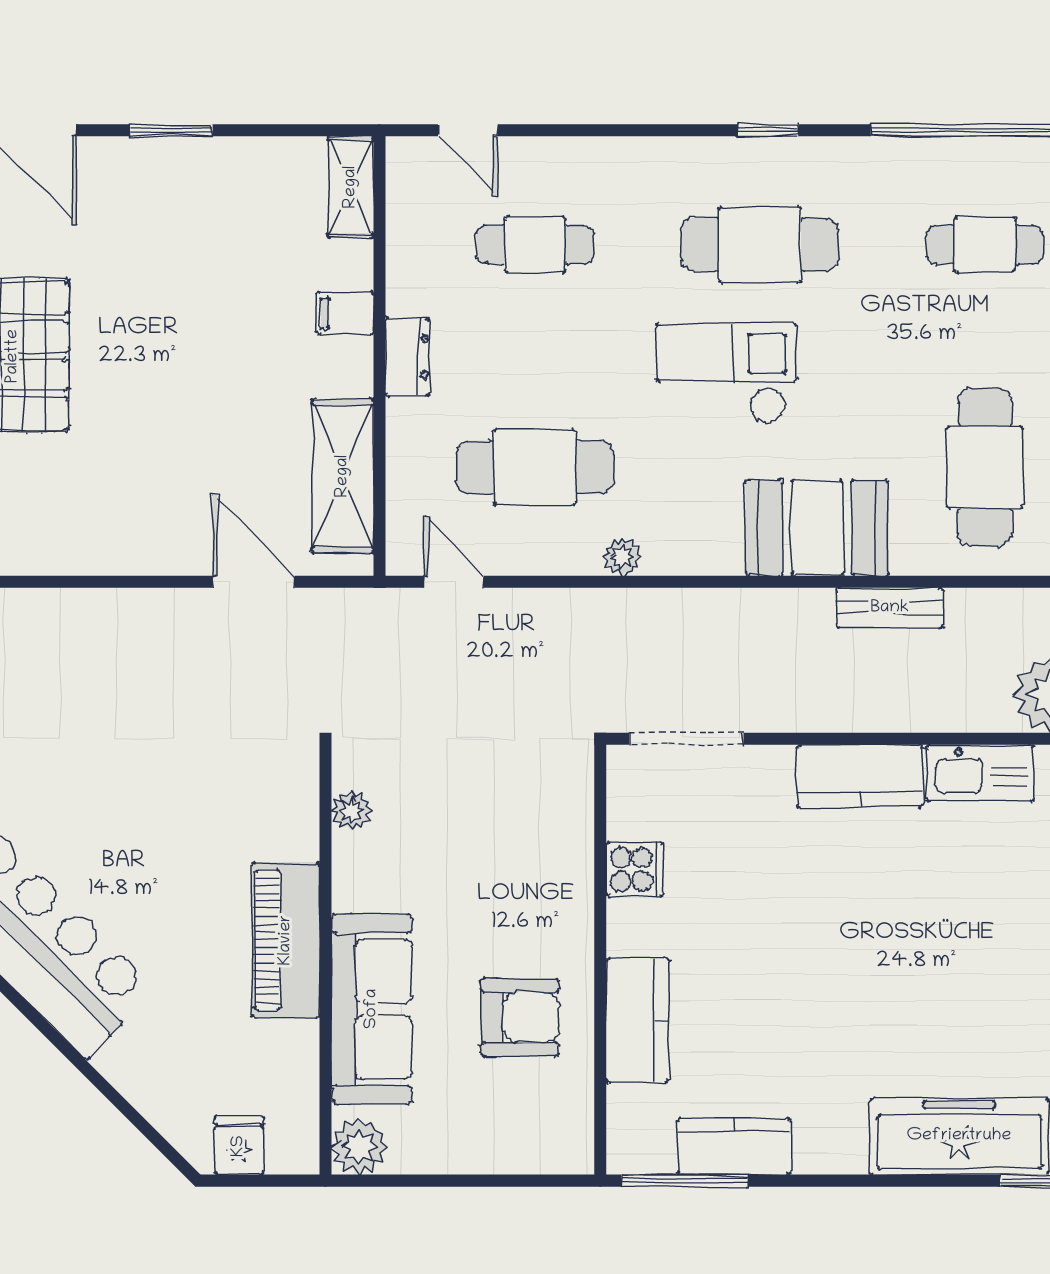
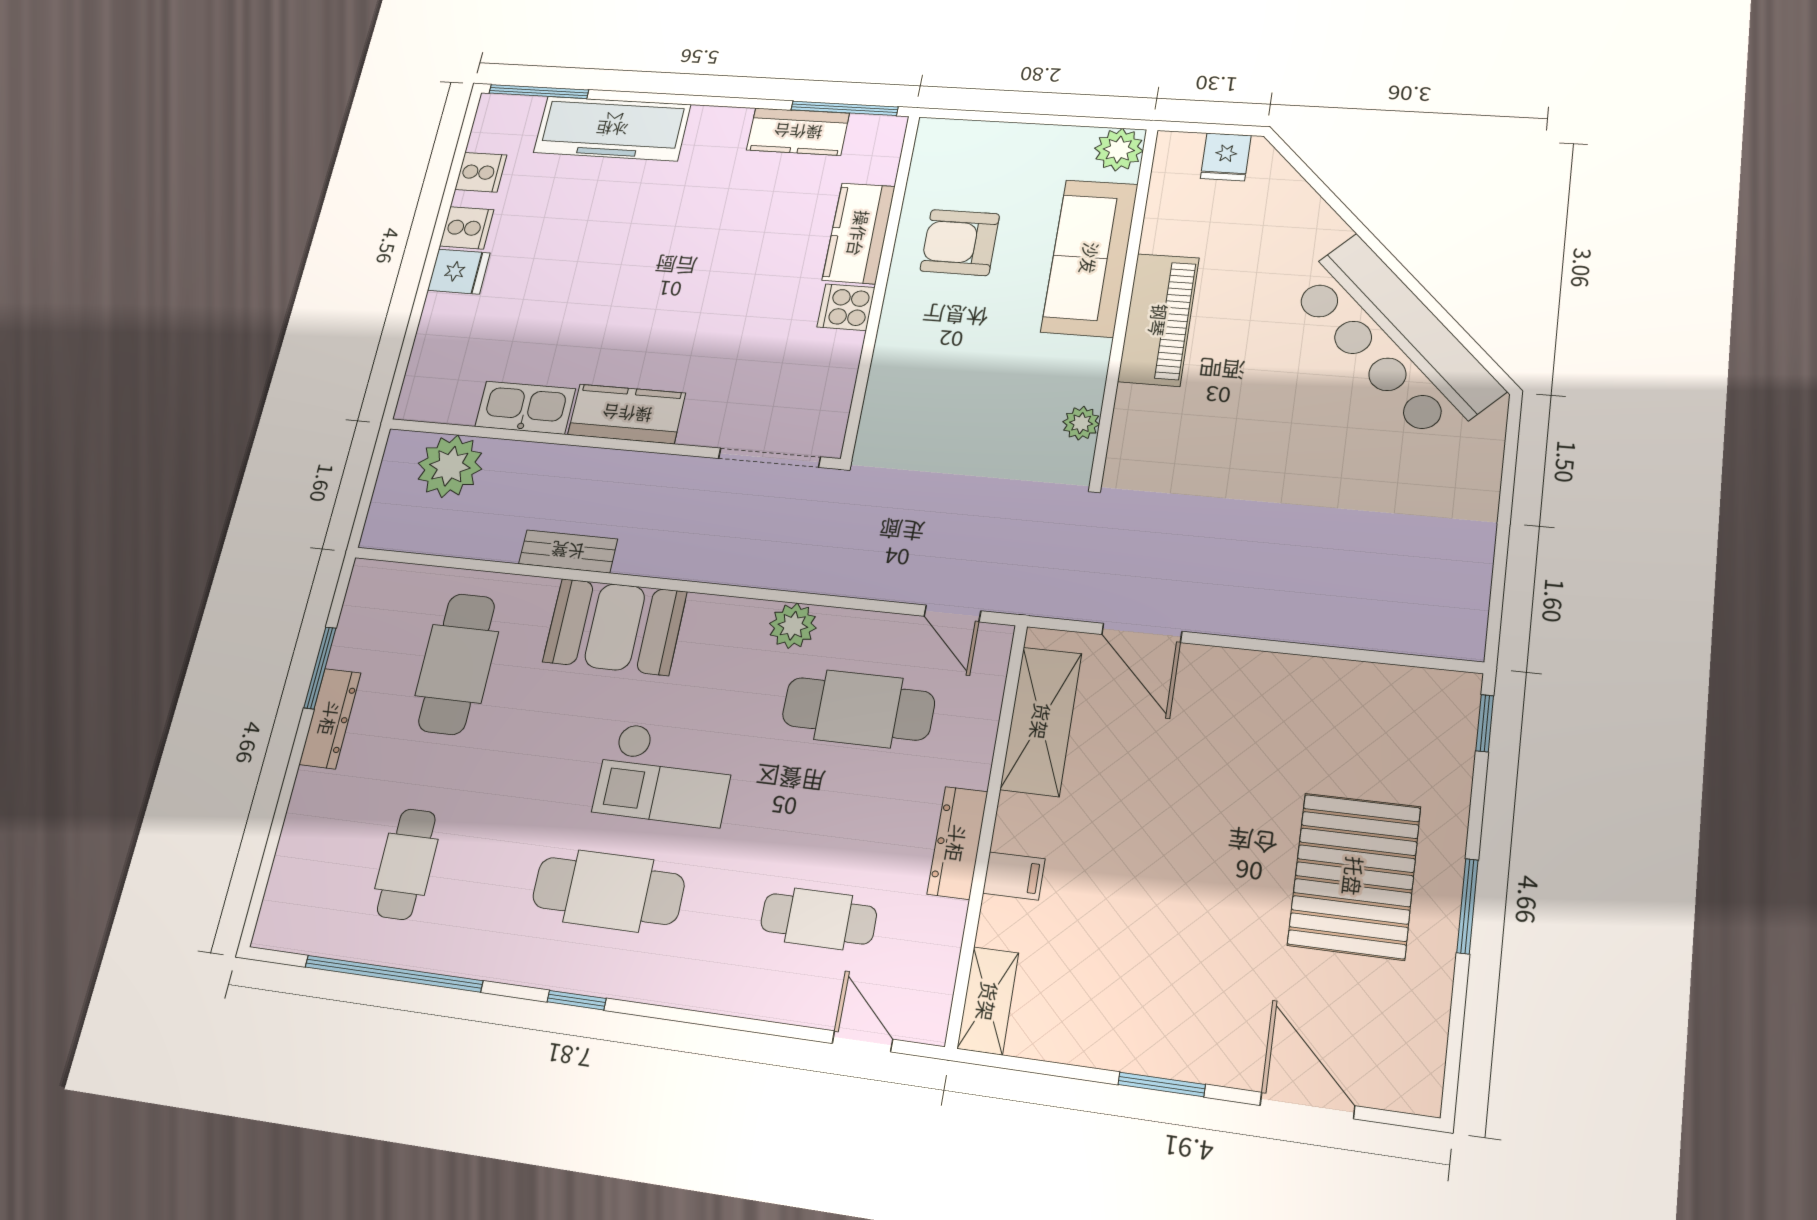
cafe table: (985, 245) -> (406, 864), turned 90
dresser: (407, 357) -> (957, 843), width x1.44
plant: (622, 557) -> (793, 626), width x1.38, depth x1.38
cooker: (635, 869) -> (846, 307), moved

